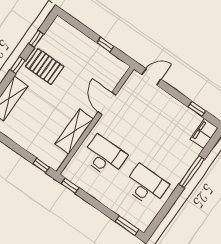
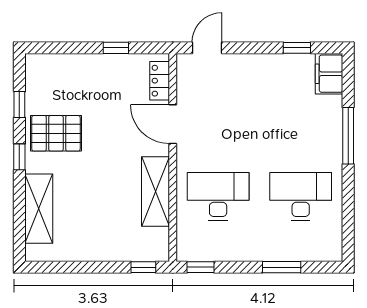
locker: (116, 77) -> (160, 81), added
window: (127, 226) -> (282, 267), moved

